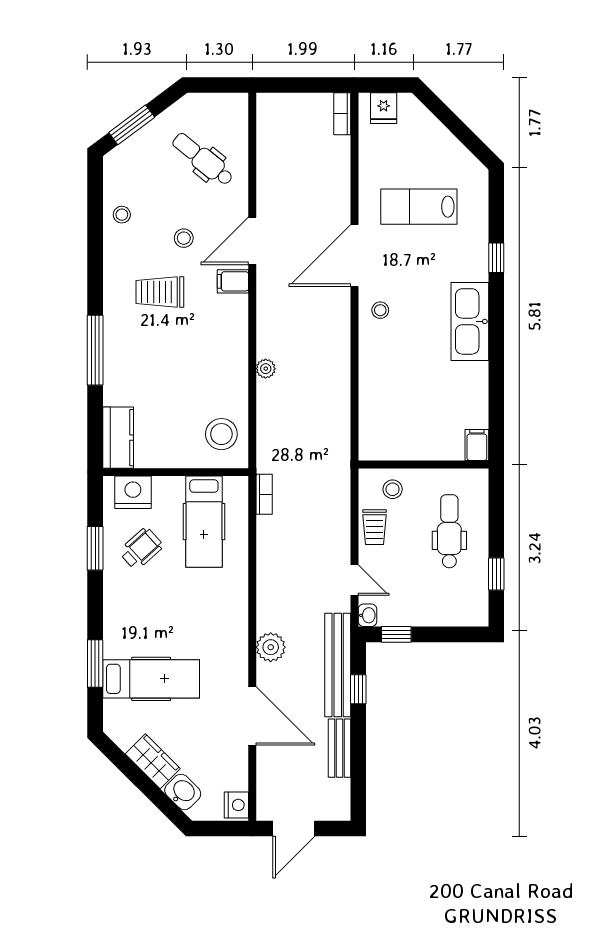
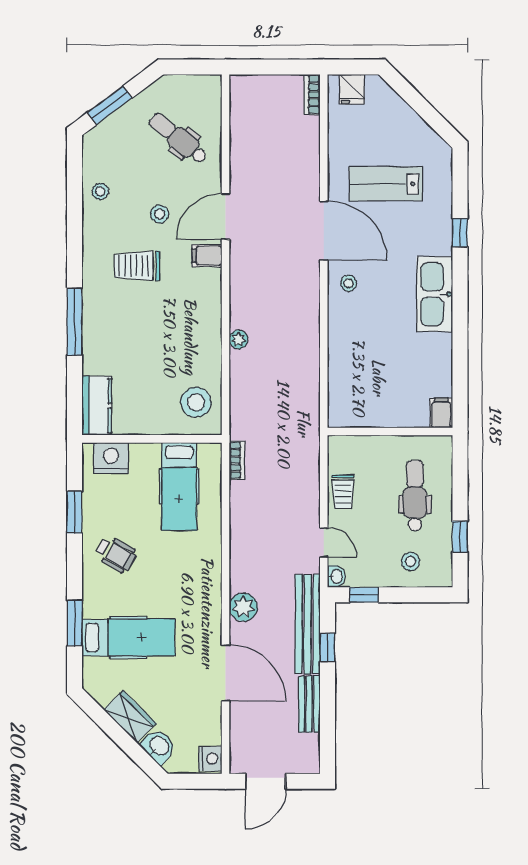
door: (354, 255) -> (324, 231), swing flipped
stool: (393, 489) -> (411, 561), moved
wheelchair: (141, 549) -> (116, 554), moved, turned 71

